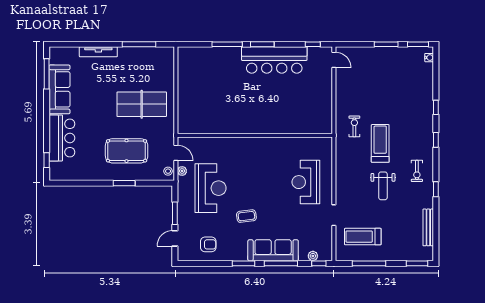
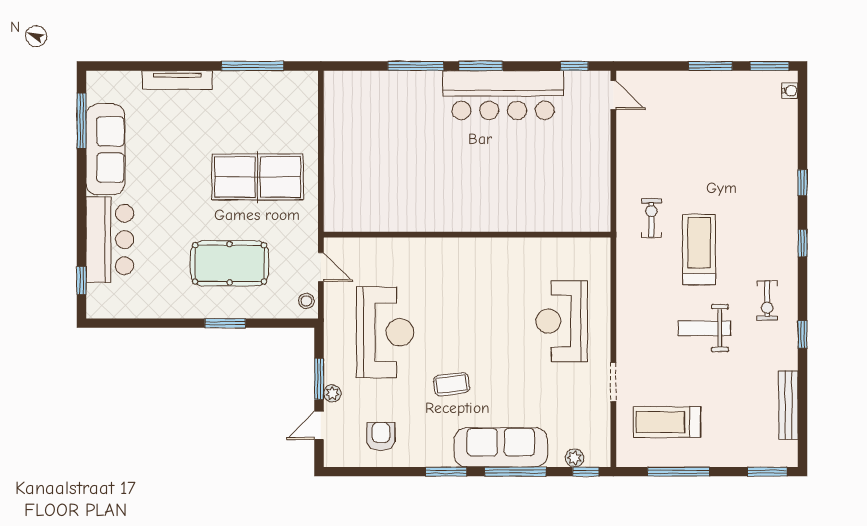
plant: (182, 171) -> (332, 393), moved
weight bench: (383, 186) -> (704, 328), turned 90
armchair: (208, 244) -> (381, 437), turned -90

